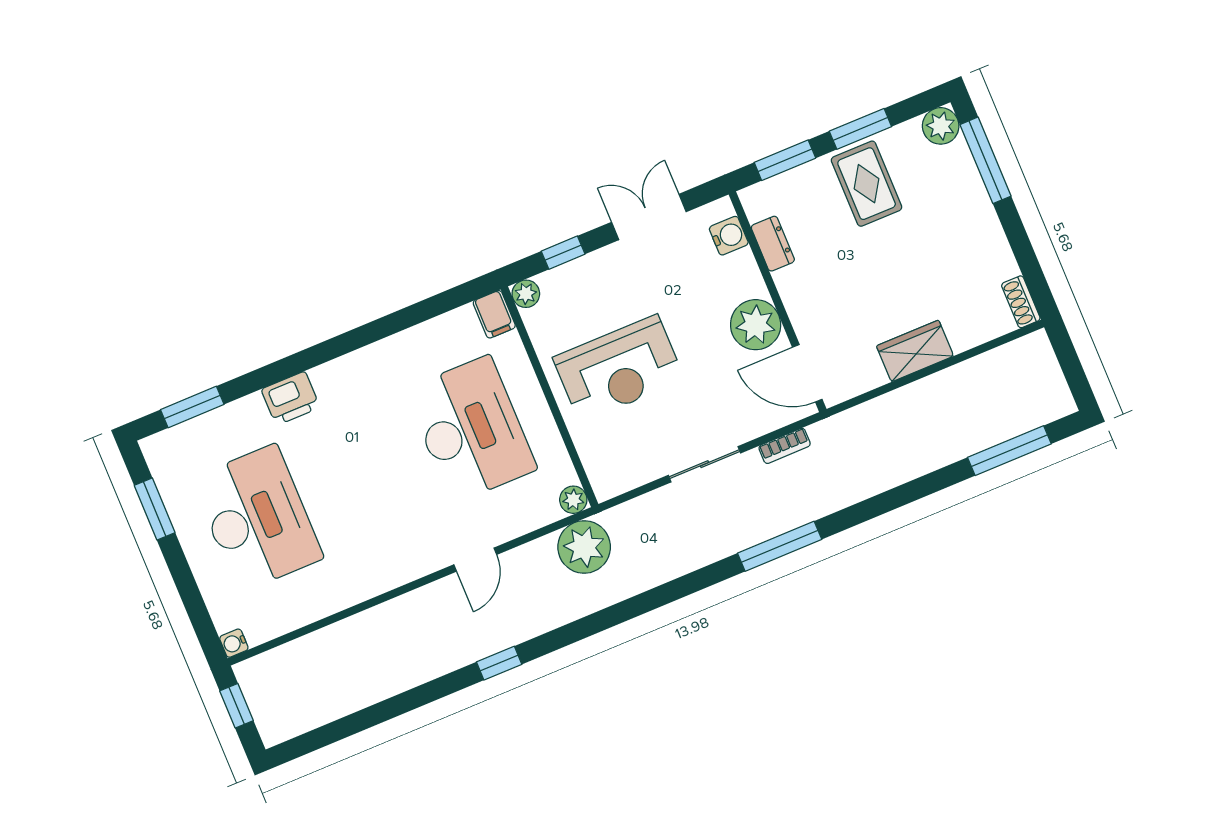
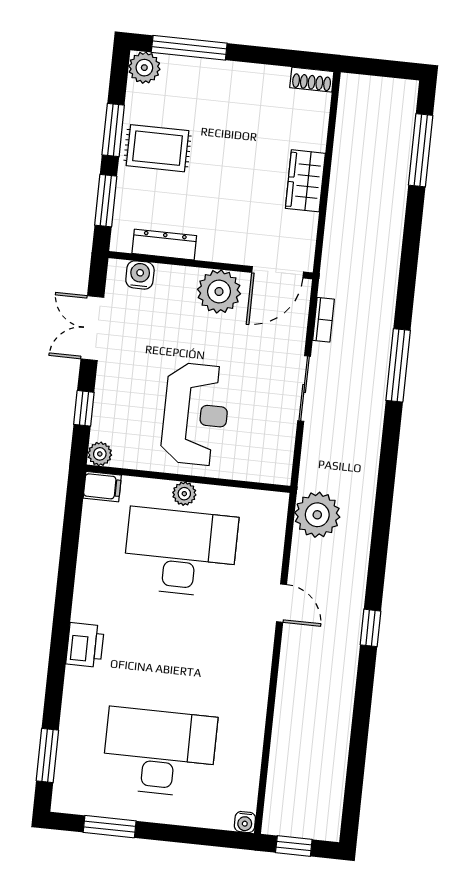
dresser: (773, 244) -> (164, 245), width x1.44
printer: (291, 398) -> (85, 645), moved
plant: (573, 500) -> (184, 494), moved

